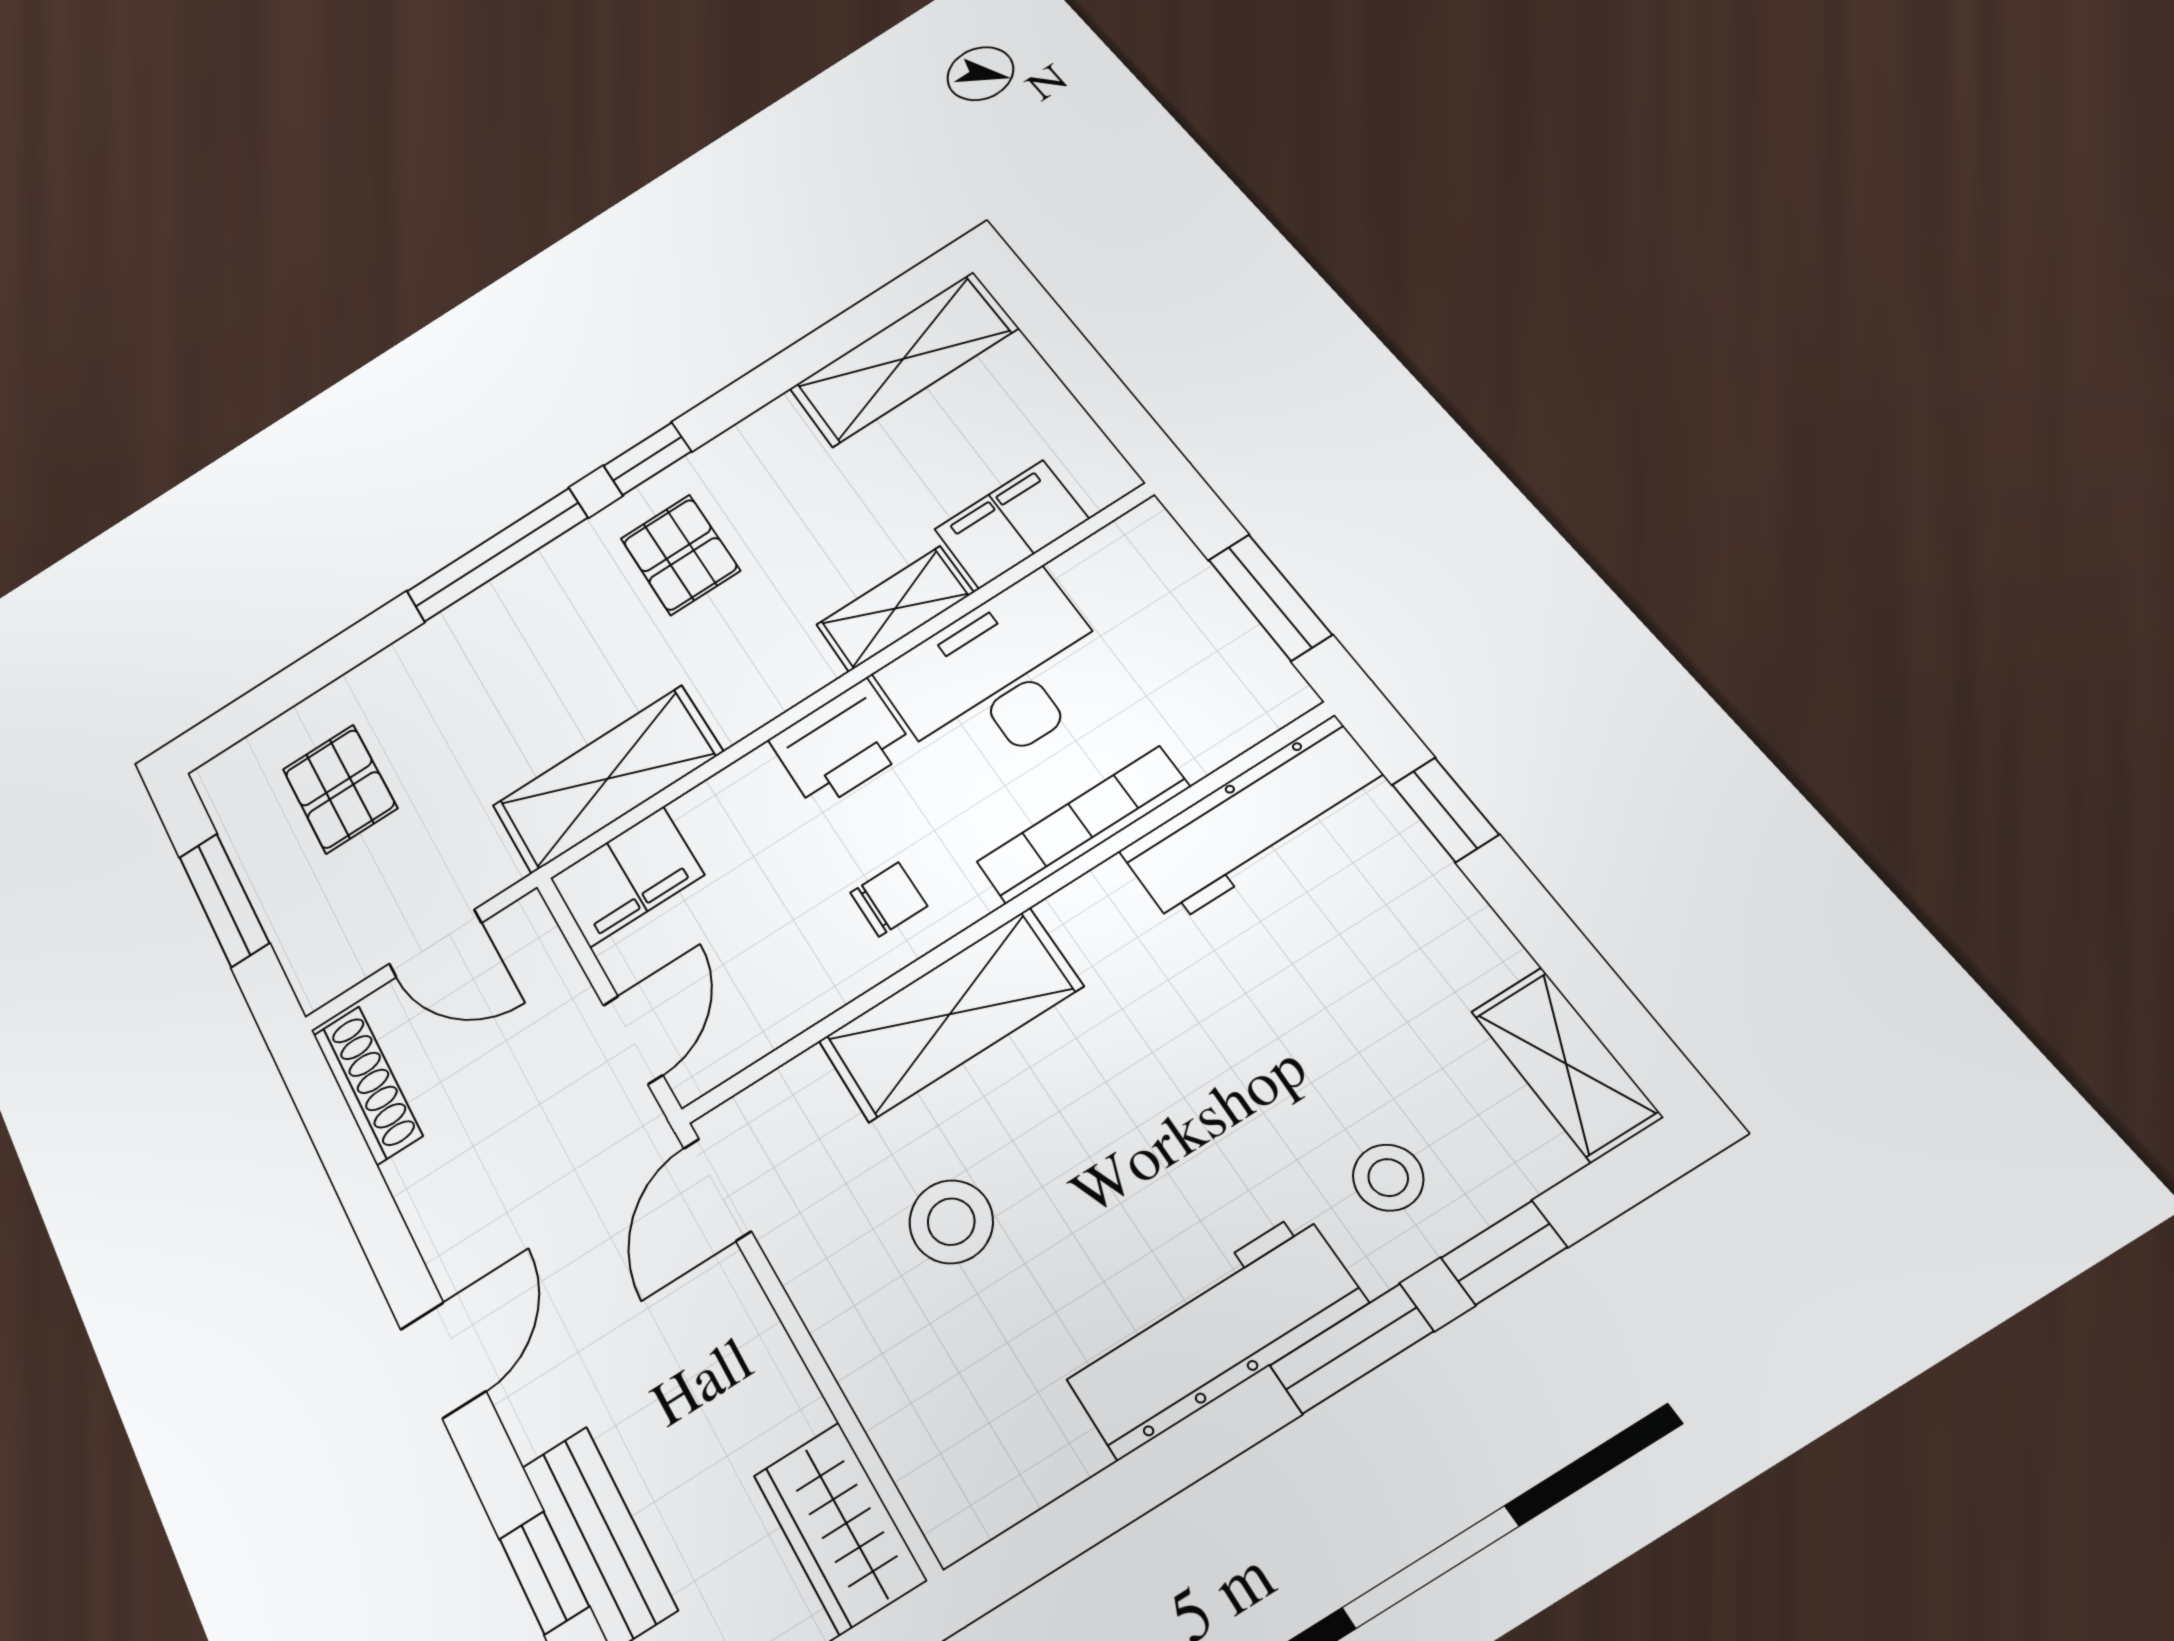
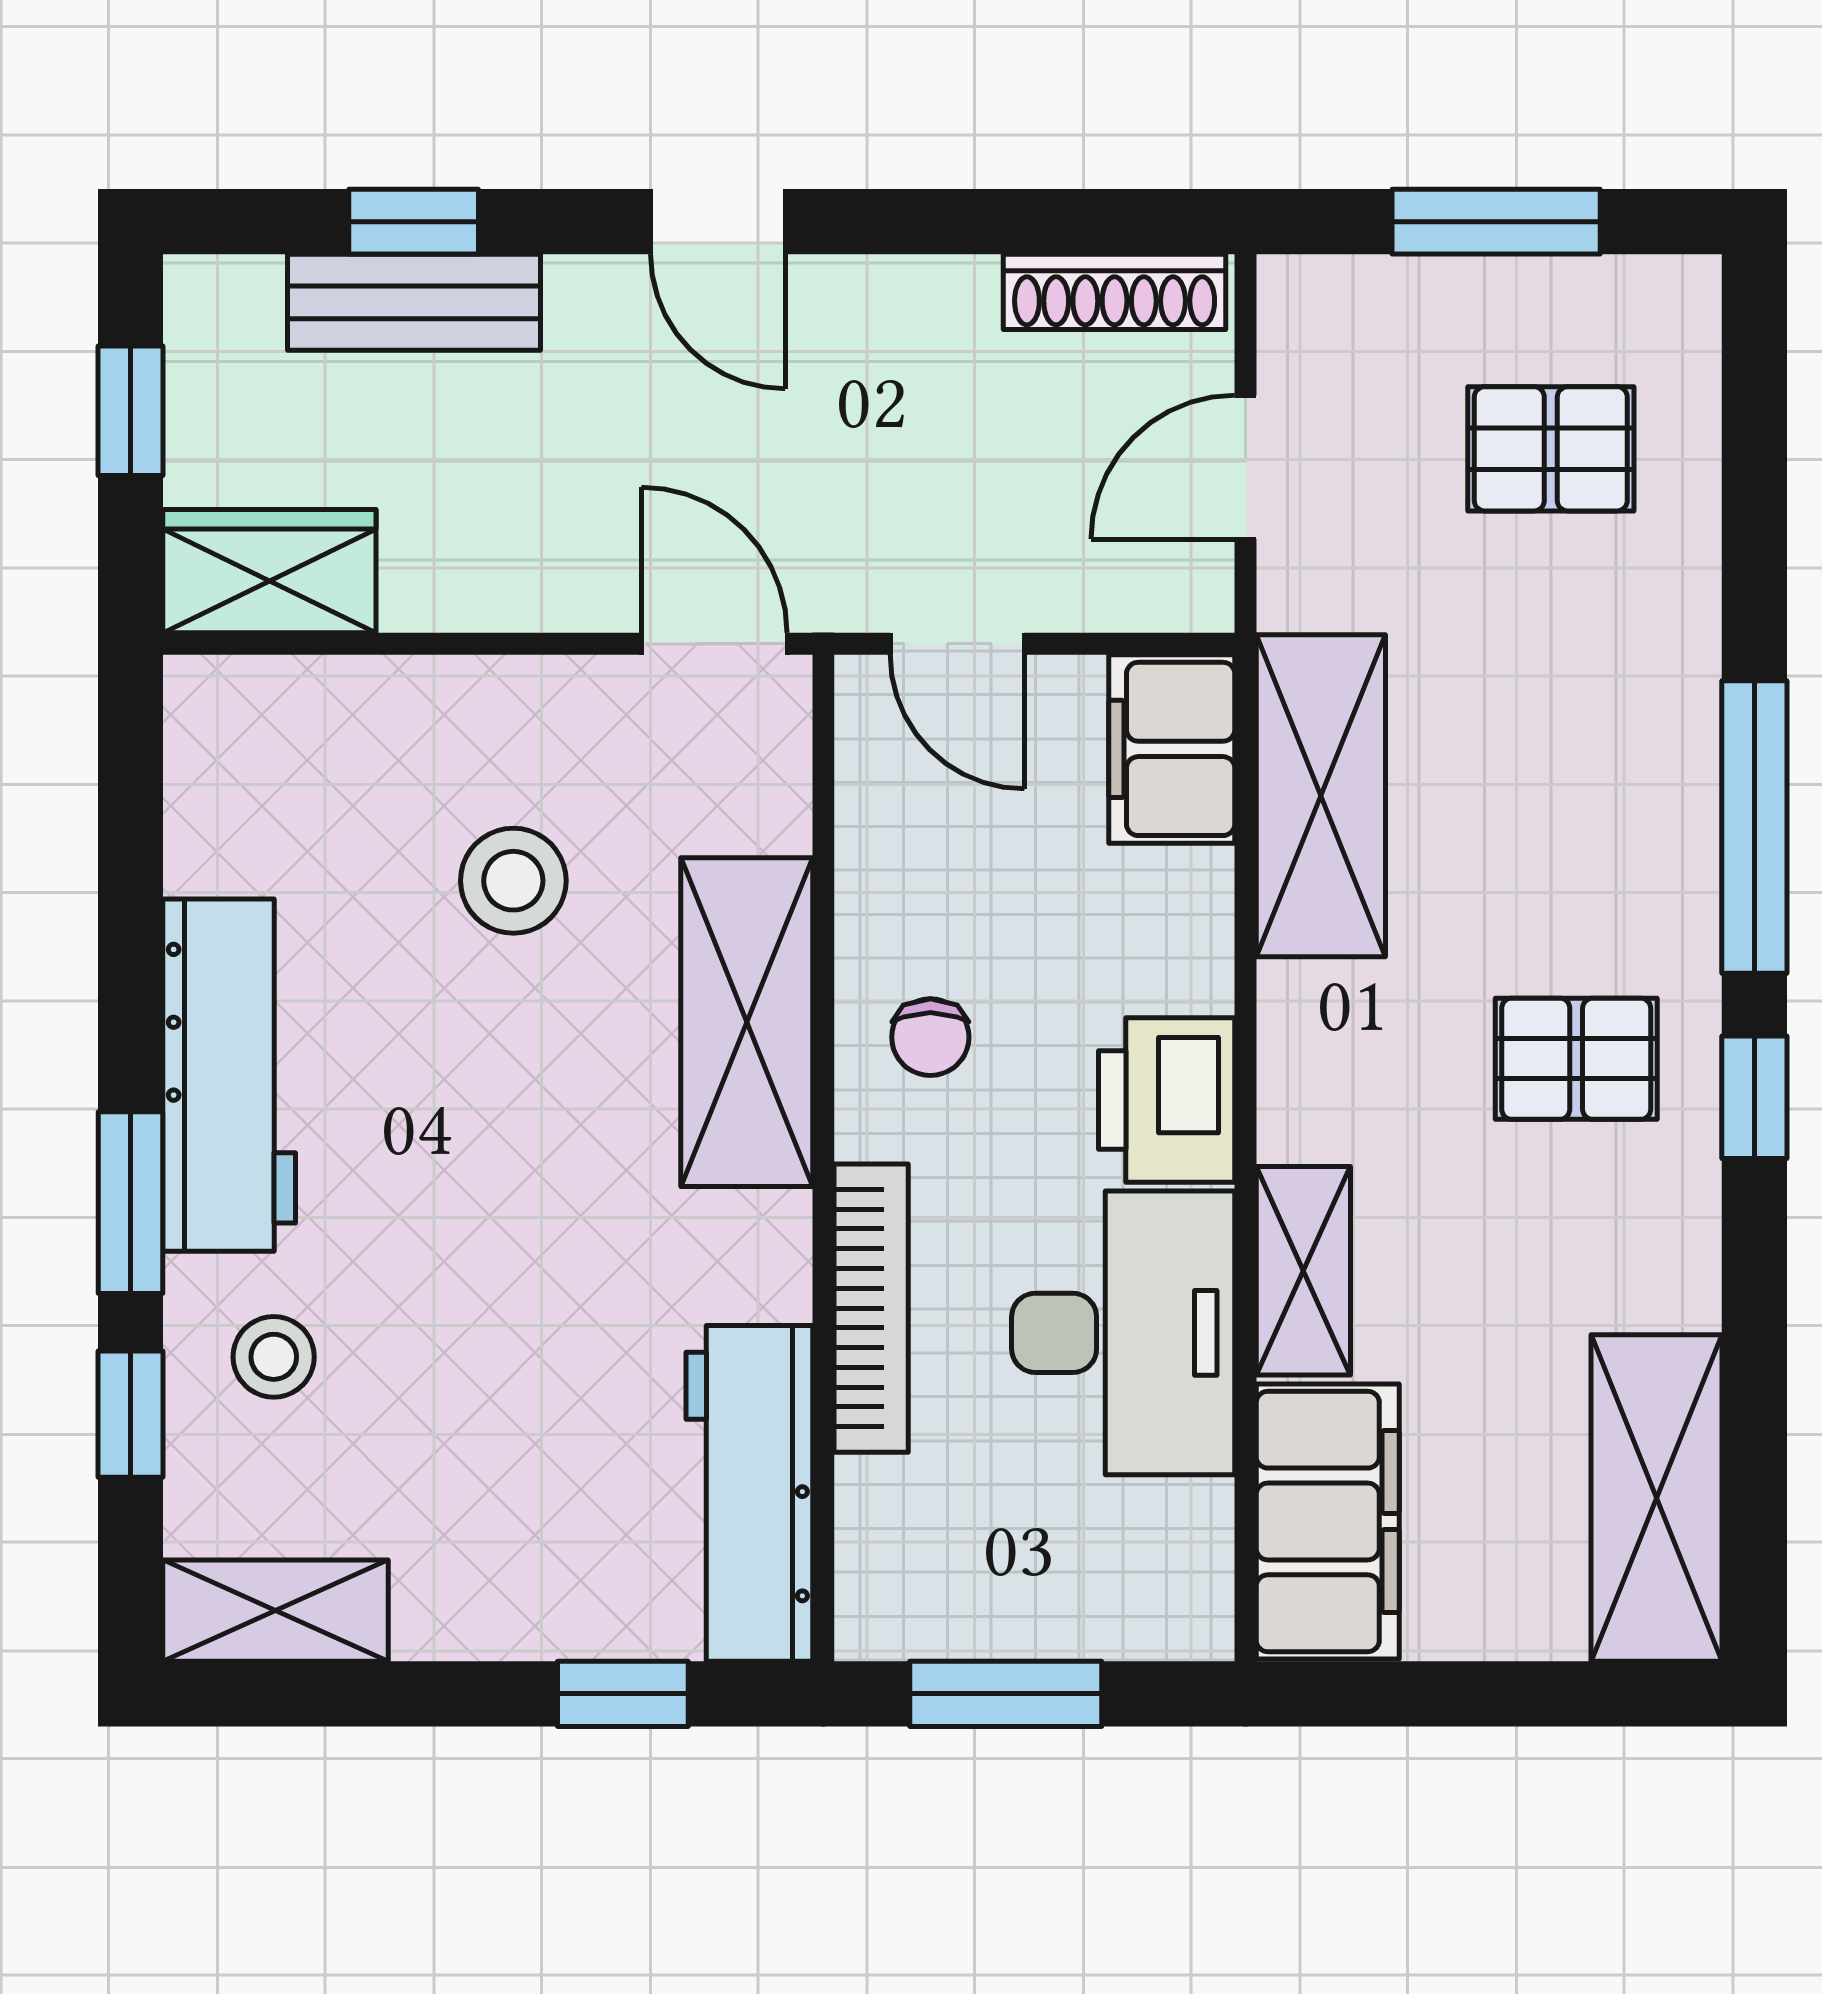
filing cabinet: (1011, 524) -> (1328, 1521), width x1.50, depth x1.17

